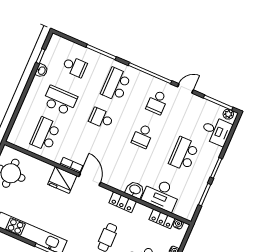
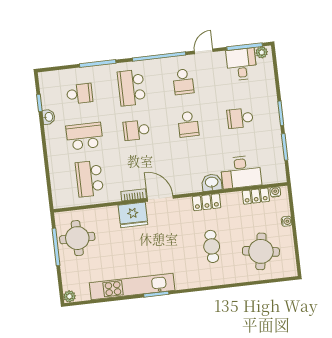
desk: (216, 131) -> (242, 64), moved, turned -90
school desk: (184, 154) -> (240, 118), width x0.54

